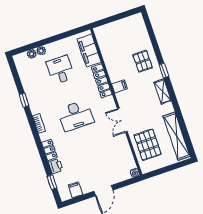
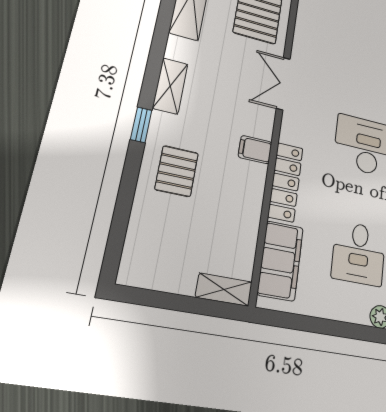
shelving: (104, 30) -> (224, 290), added
double door: (122, 120) -> (283, 84), swing flipped

